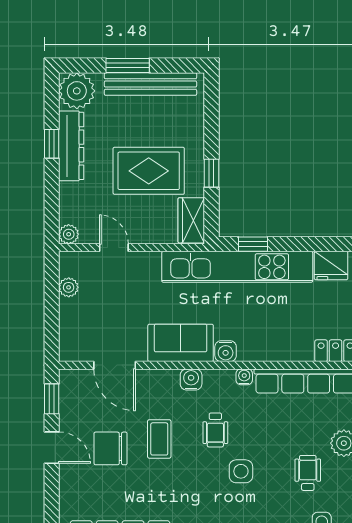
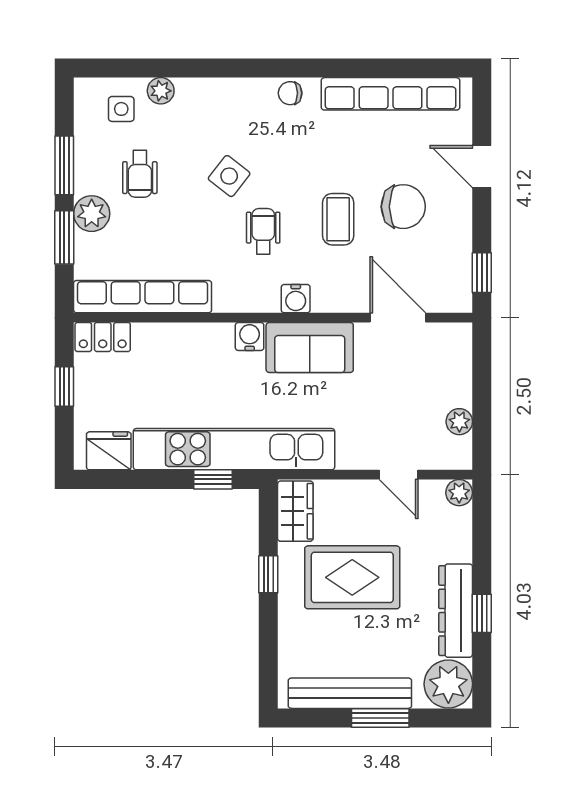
water cooler: (244, 377) -> (225, 302), removed
door: (52, 448) -> (482, 167), moved
side table: (241, 471) -> (229, 176), turned 38

